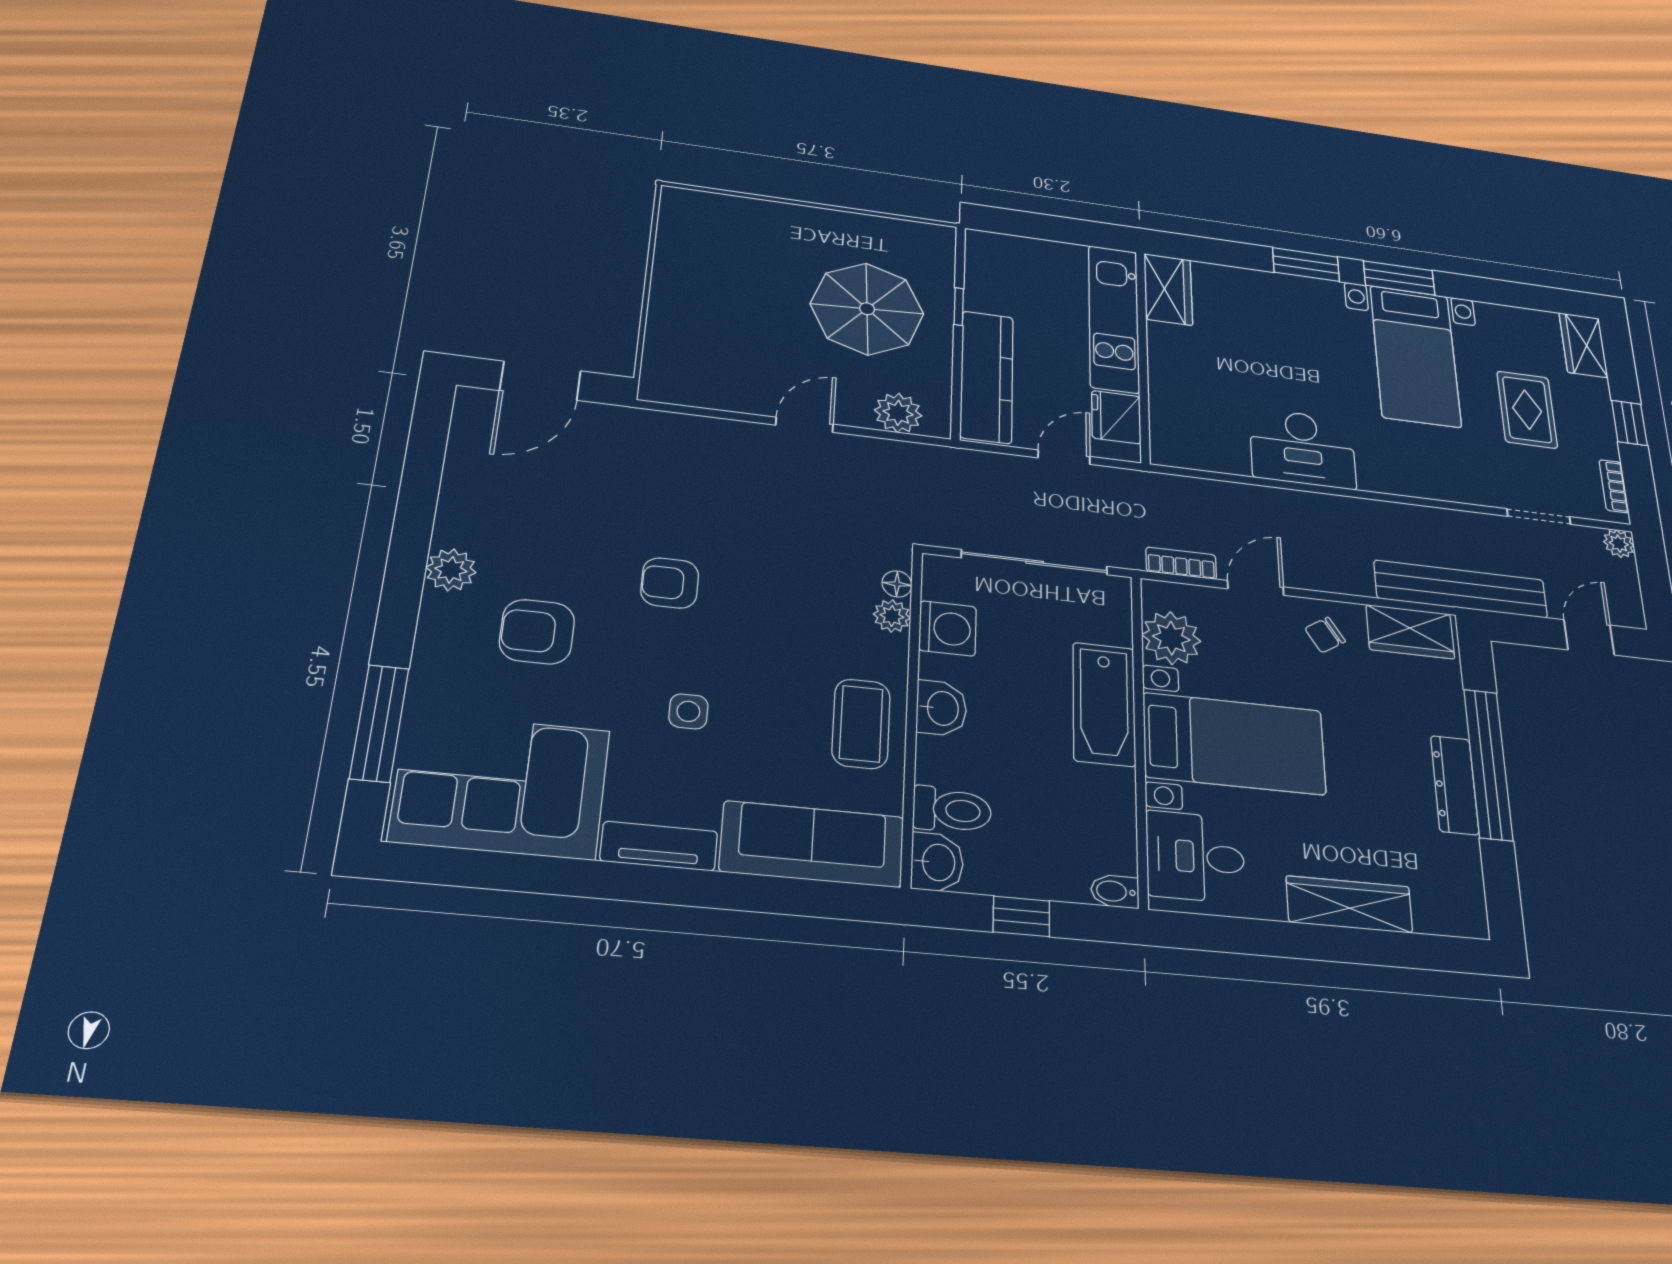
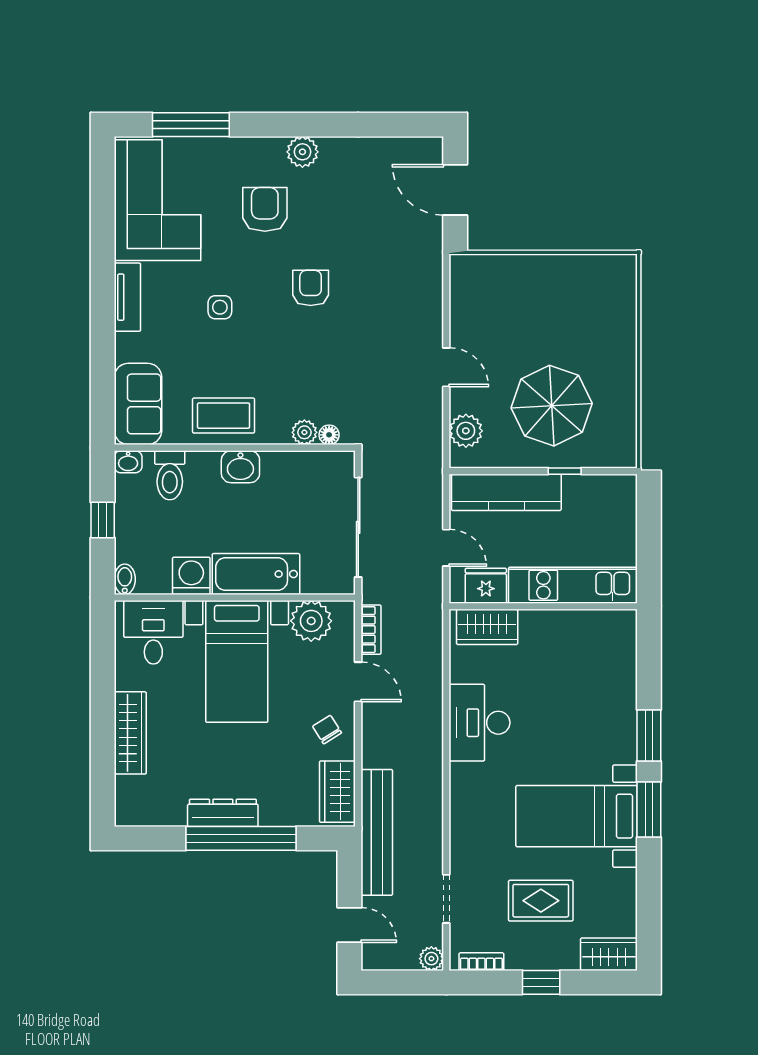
wardrobe: (1168, 289) -> (487, 627), moved
washing machine: (948, 628) -> (191, 576), moved, turned 180
sofa: (812, 844) -> (138, 404), width x0.73
washbasin: (937, 862) -> (128, 462), width x0.72, depth x0.69

